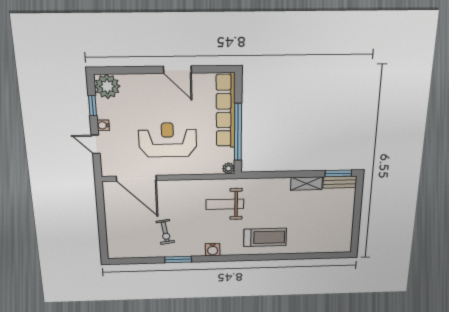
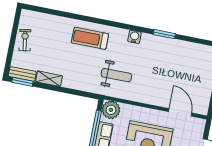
plant: (228, 168) -> (111, 110), width x1.87, depth x1.87
door: (136, 178) -> (180, 112), width x0.73
exercise bike: (165, 232) -> (25, 40), moved

